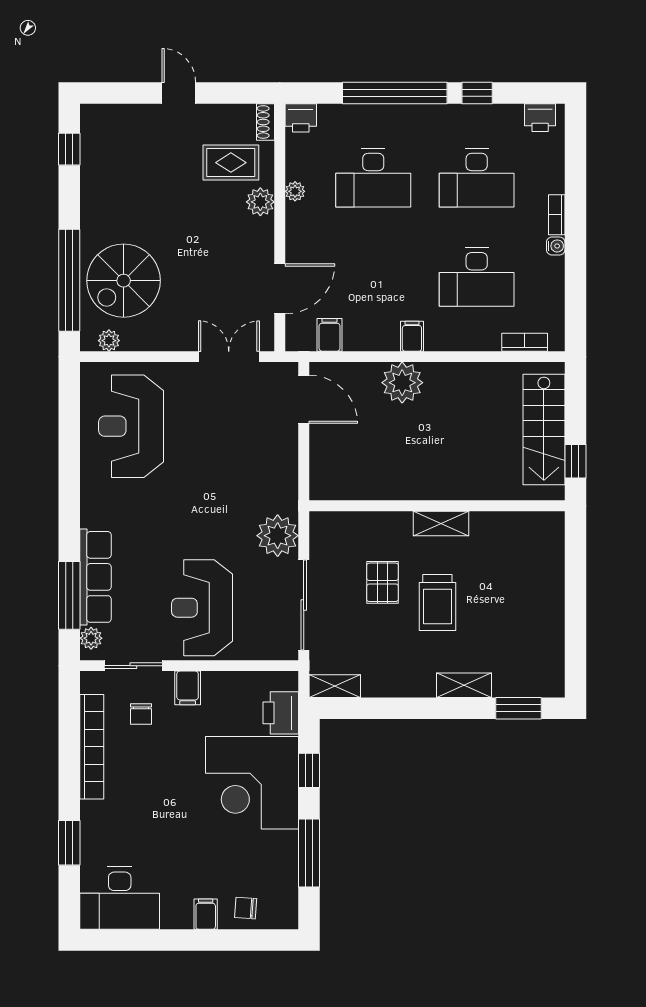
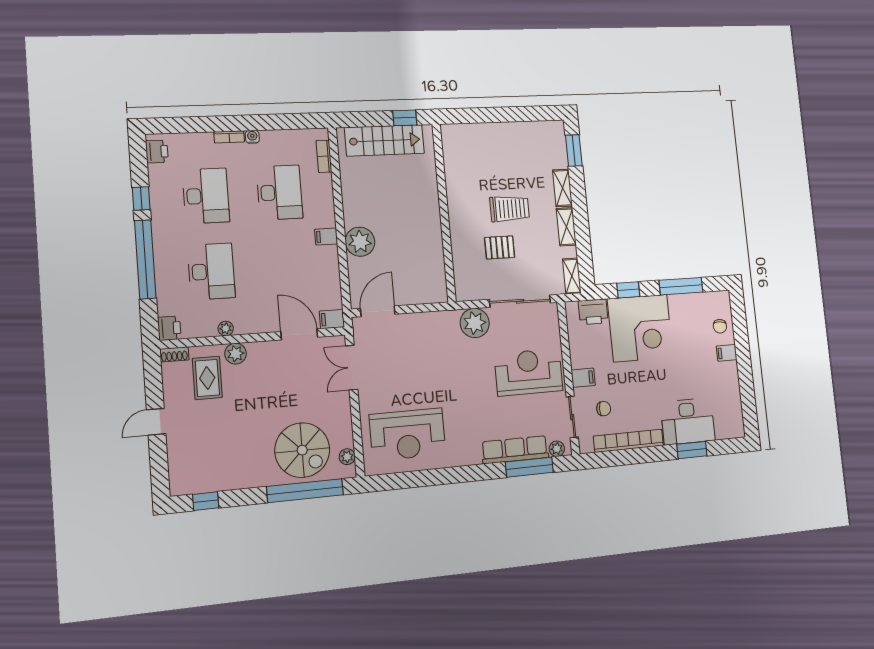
filing cabinet: (330, 335) -> (332, 319), moved
shelving: (441, 524) -> (566, 227), moved
reception desk: (202, 608) -> (529, 372), turned 180
desk: (120, 898) -> (688, 421), moved, turned 90

